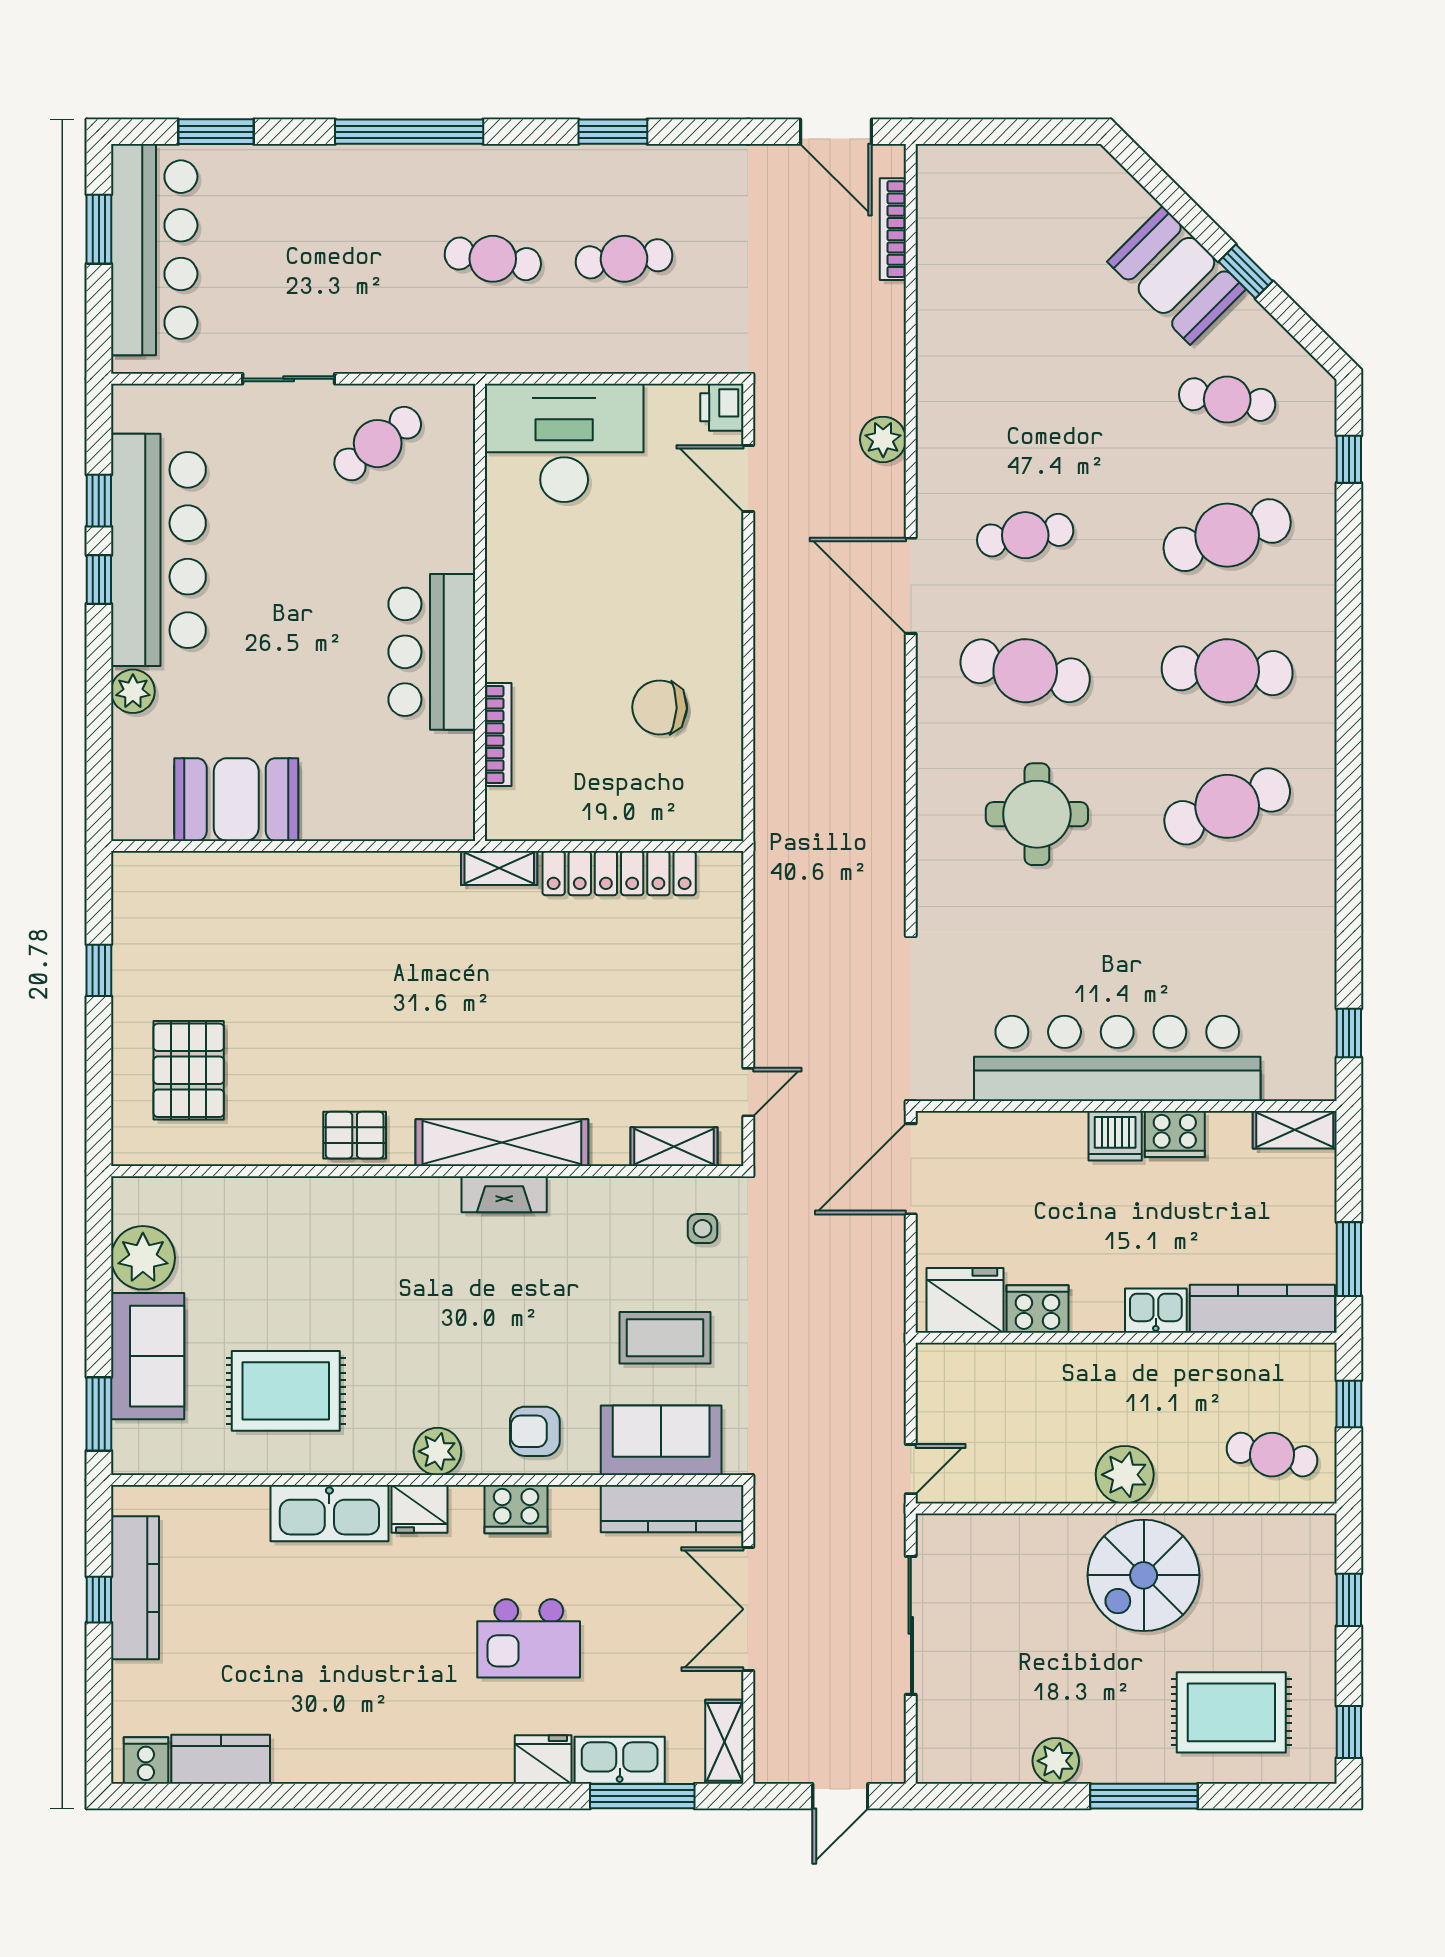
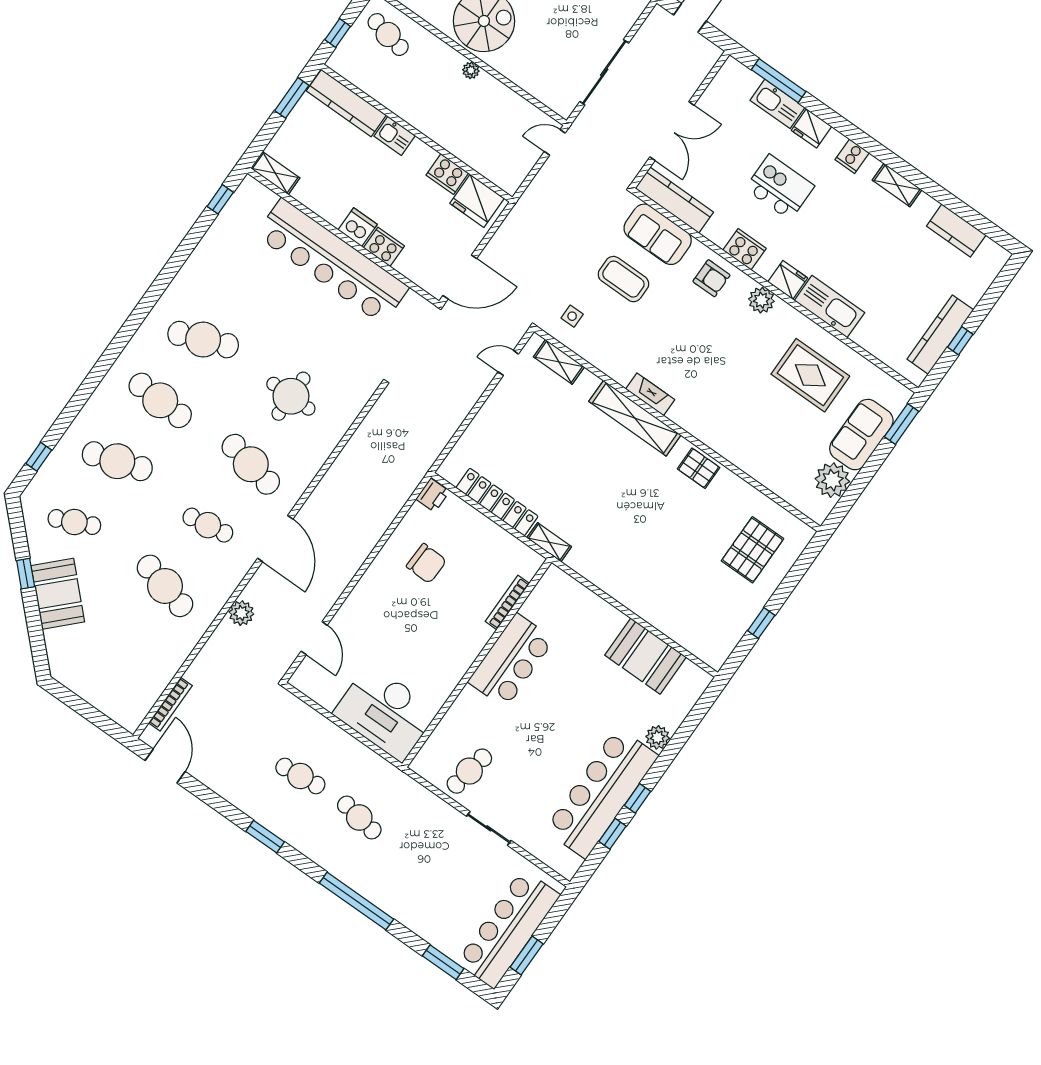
cafe table: (1025, 400) -> (165, 586), added
cafe table: (1227, 400) -> (74, 522), turned -33
printer: (722, 407) -> (433, 495), moved
cafe table: (378, 444) -> (469, 771), turned -43
cooker: (1175, 1134) -> (384, 247), moved
plant: (1125, 1475) -> (471, 70), width x0.53, depth x0.53
shelving: (724, 1742) -> (897, 185), moved, turned 90
cooker: (146, 1761) -> (852, 156), moved

